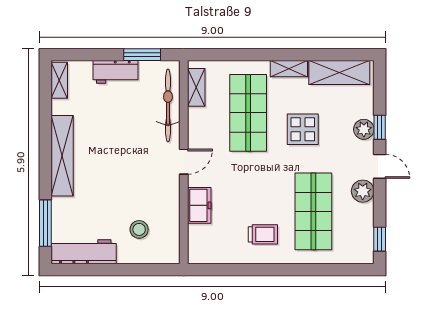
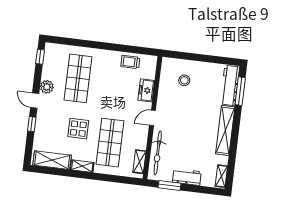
plant: (364, 129) -> (42, 124), removed
trolley: (263, 234) -> (130, 62), moved
workbench: (84, 252) -> (230, 85), moved, turned 90

